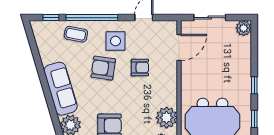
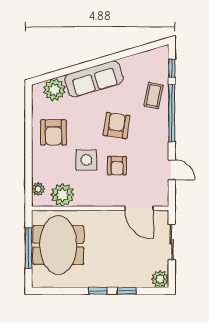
side table: (116, 41) -> (86, 160), moved
window: (254, 119) -> (127, 291), moved

